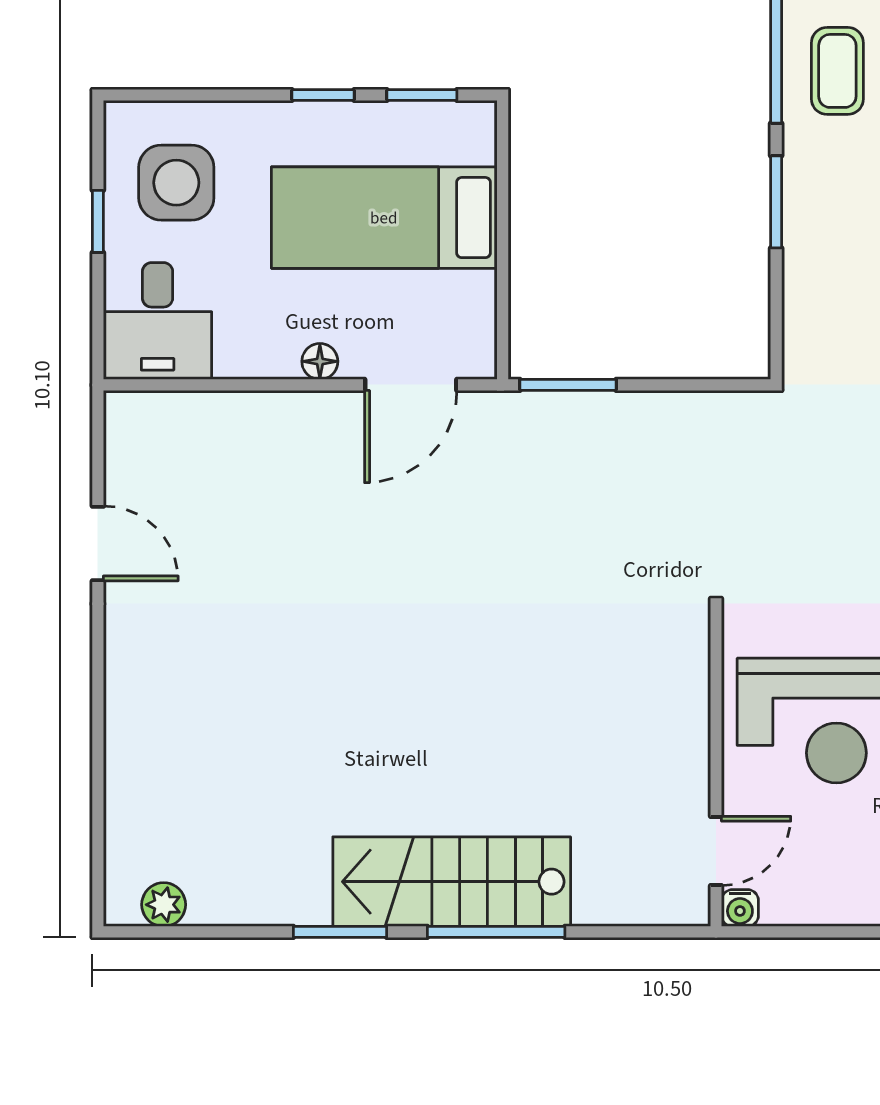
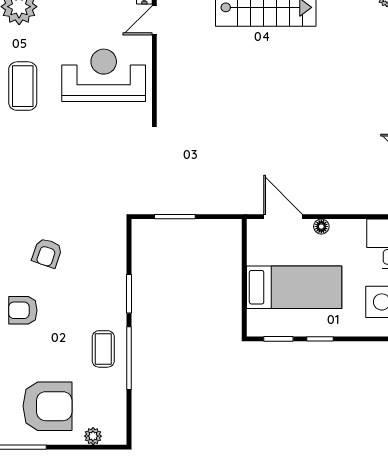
door: (411, 385) -> (283, 217), hinge flipped
window: (568, 385) -> (175, 217), moved

